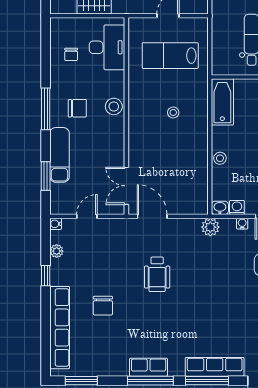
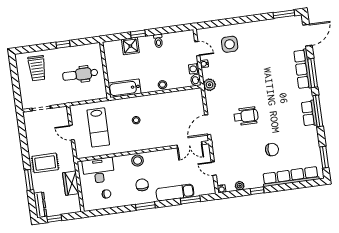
window: (46, 109) -> (145, 206), width x0.69

